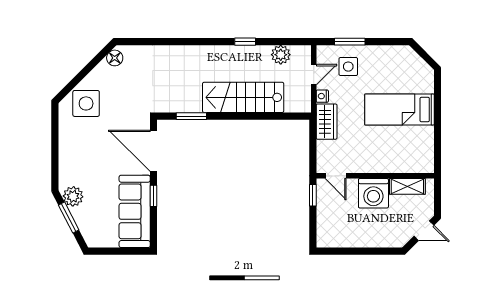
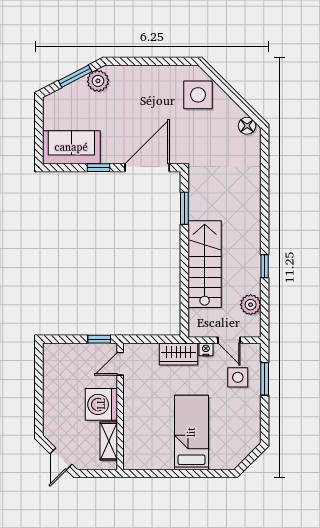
sofa: (135, 211) -> (71, 147), width x0.73

